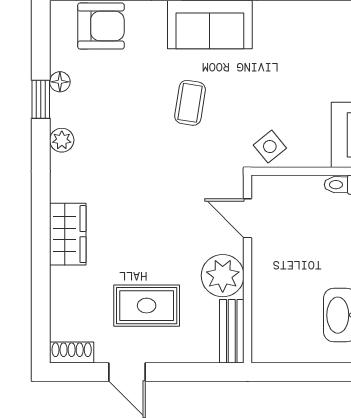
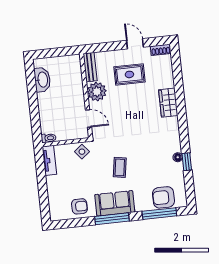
armchair: (288, 26) -> (79, 206), added
floor lamp: (60, 82) -> (178, 157), moved
plant: (62, 140) -> (175, 144), removed

